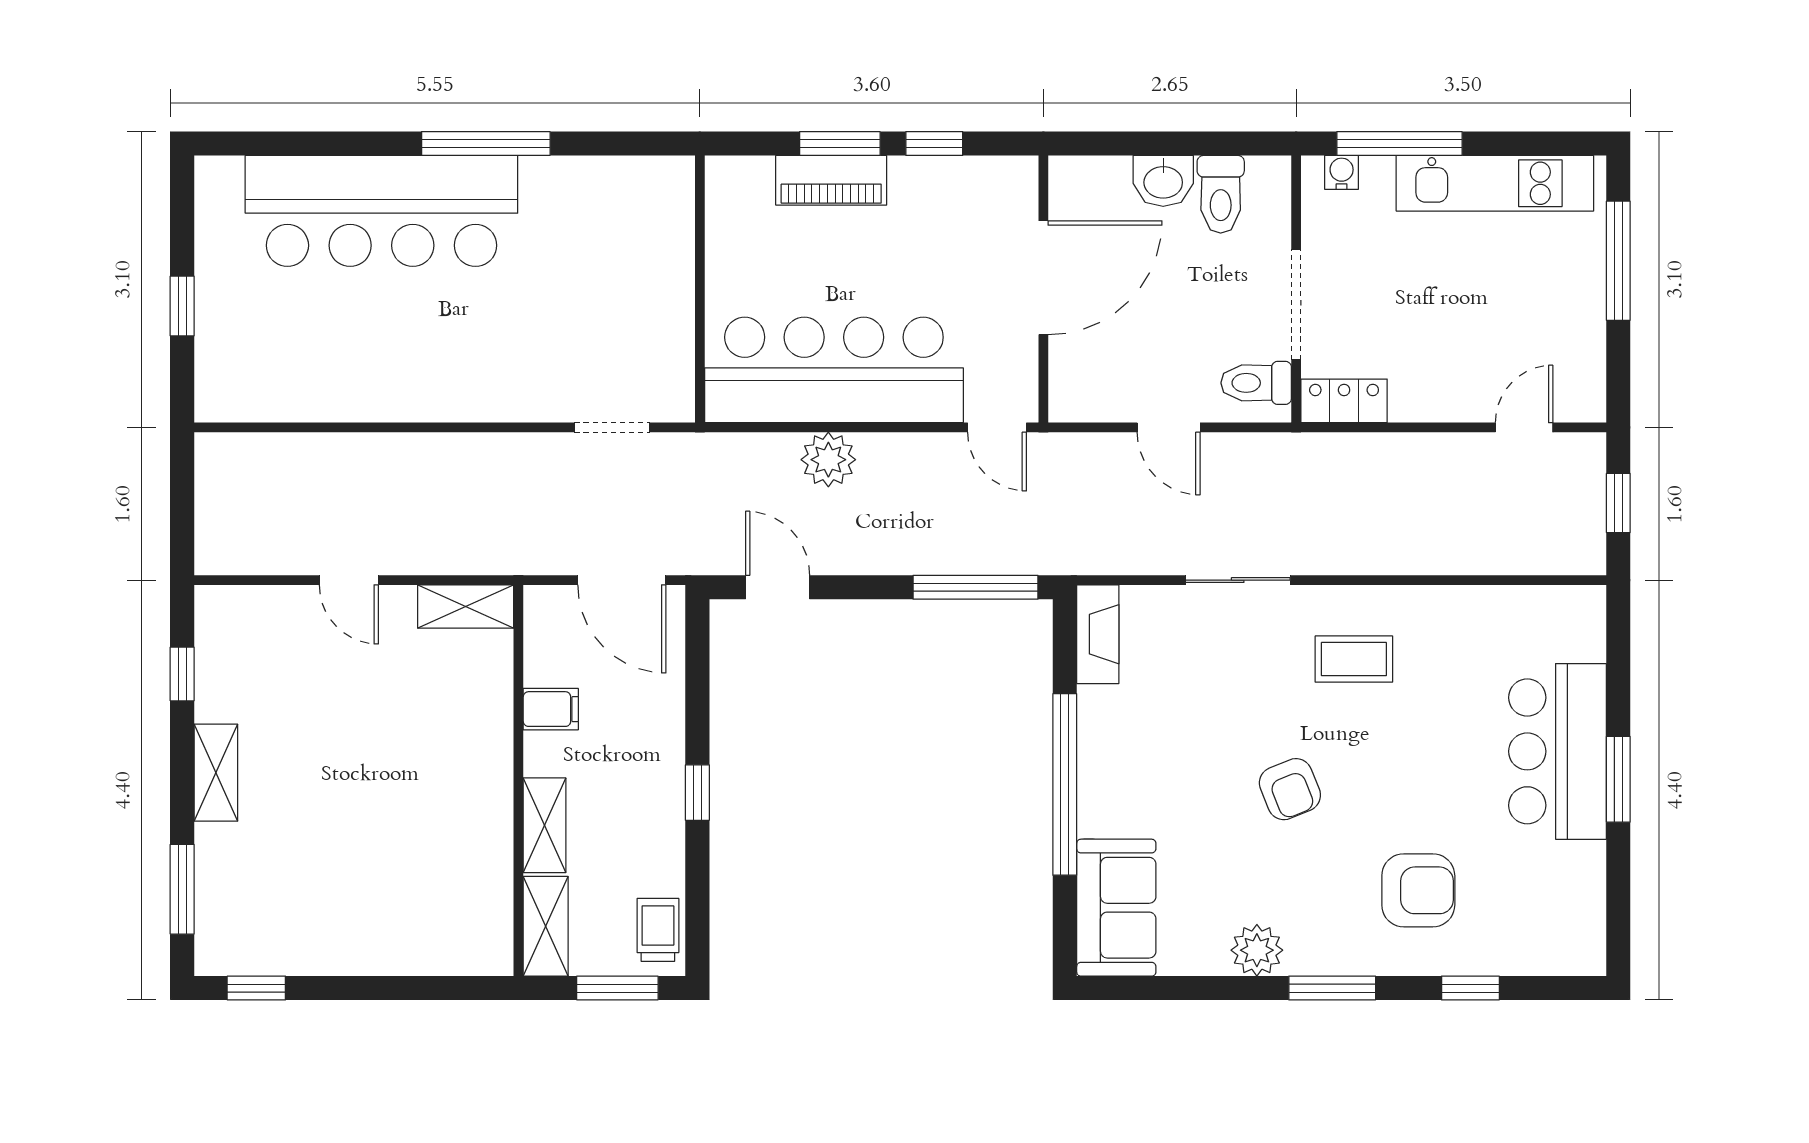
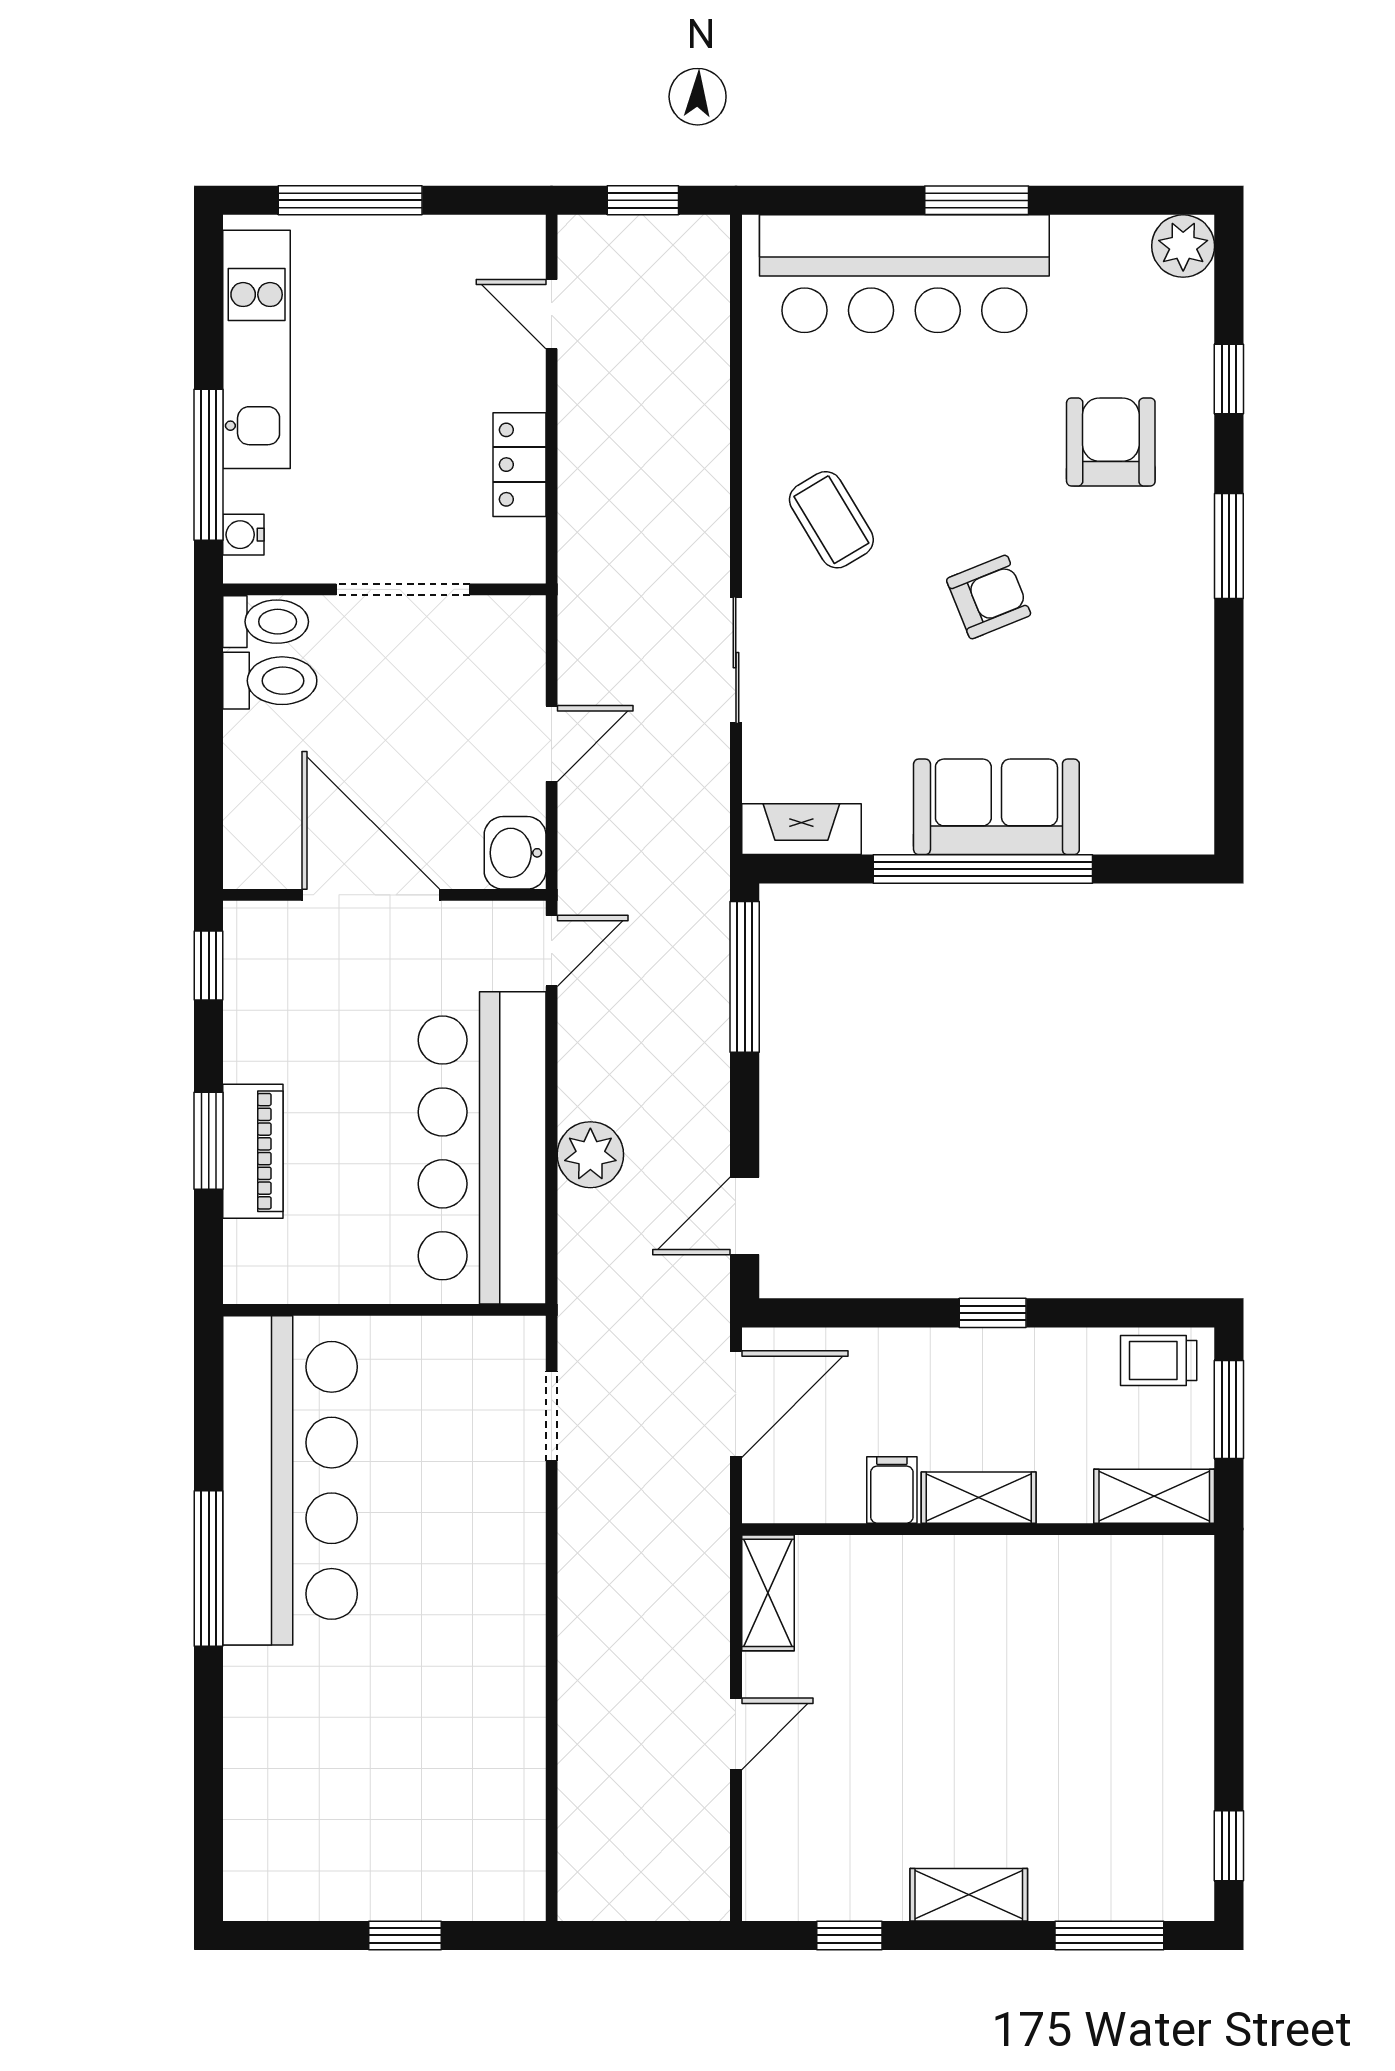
window: (934, 144) -> (209, 965), moved
washbasin: (1163, 181) -> (515, 853), moved, turned 180
bar counter: (381, 211) -> (290, 1480), moved
toilet: (1256, 383) -> (266, 622), moved, turned -90
locker: (1344, 401) -> (519, 465), moved
coffee table: (1354, 659) -> (831, 520), turned -31
bar counter: (1558, 751) -> (904, 274), width x1.36
shelving: (545, 825) -> (979, 1498), moved
sofa: (1116, 908) -> (996, 807), moved
plant: (1257, 950) -> (1183, 246), moved

